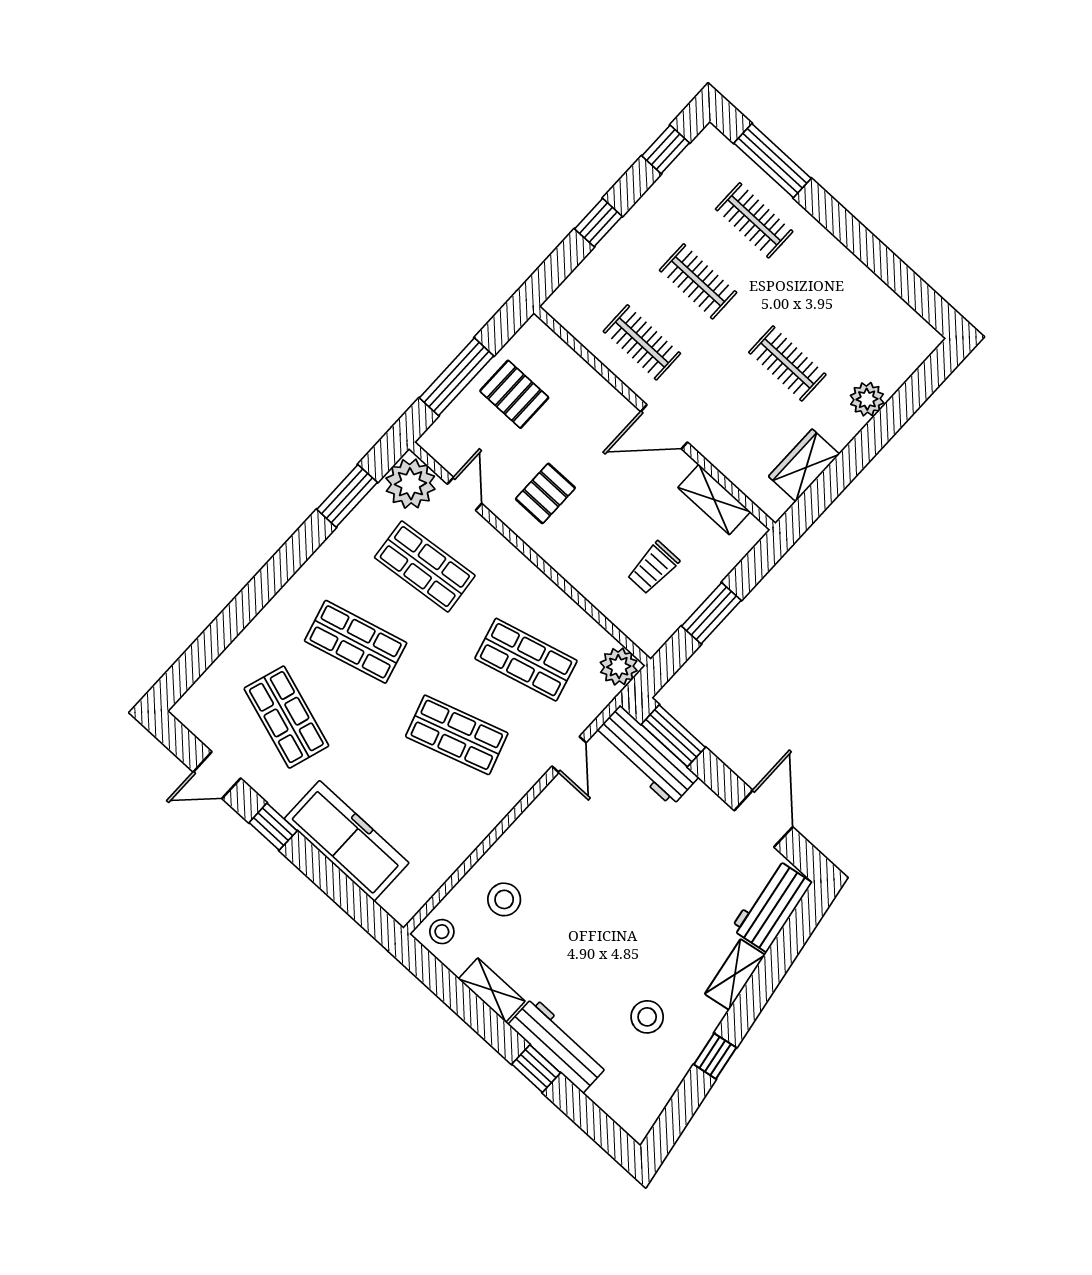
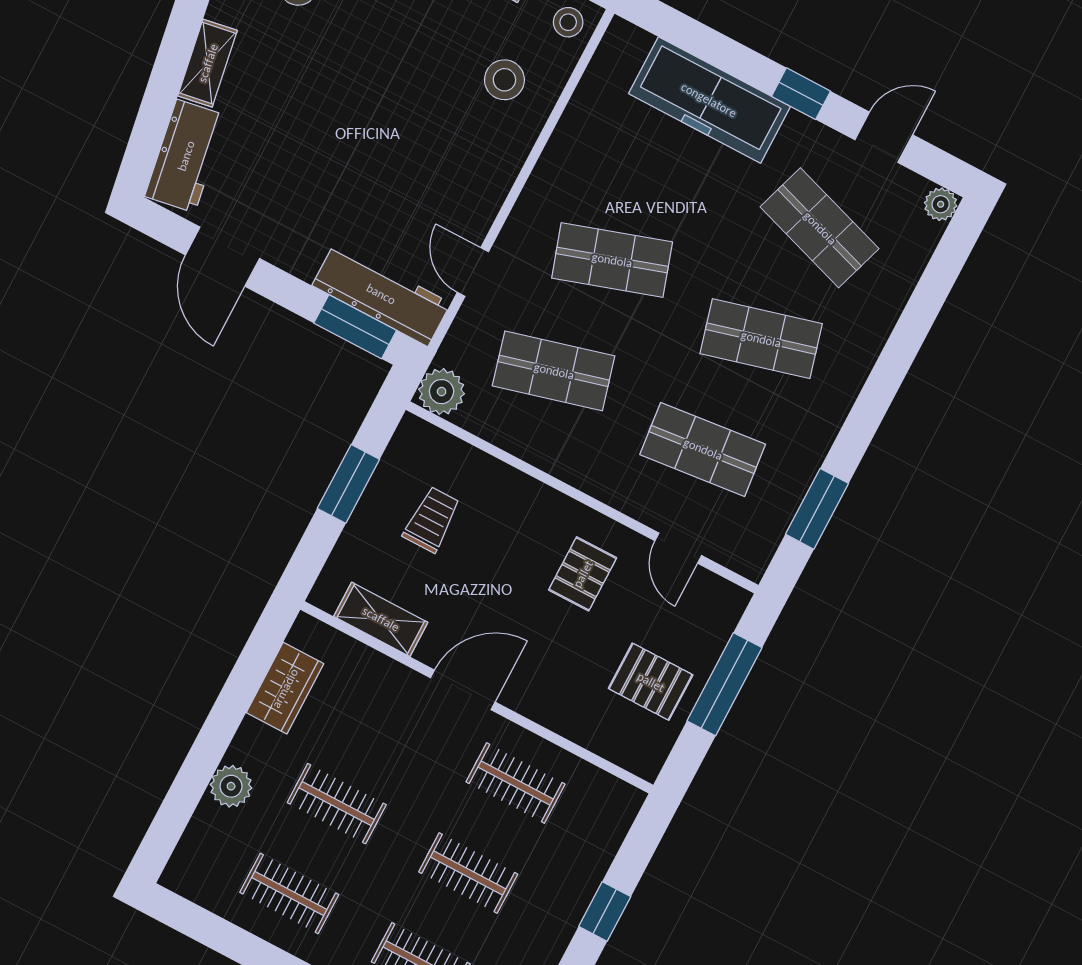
clothes rail: (843, 302) -> (289, 894), added
plant: (410, 484) -> (941, 204), moved, width x0.53, depth x0.53

